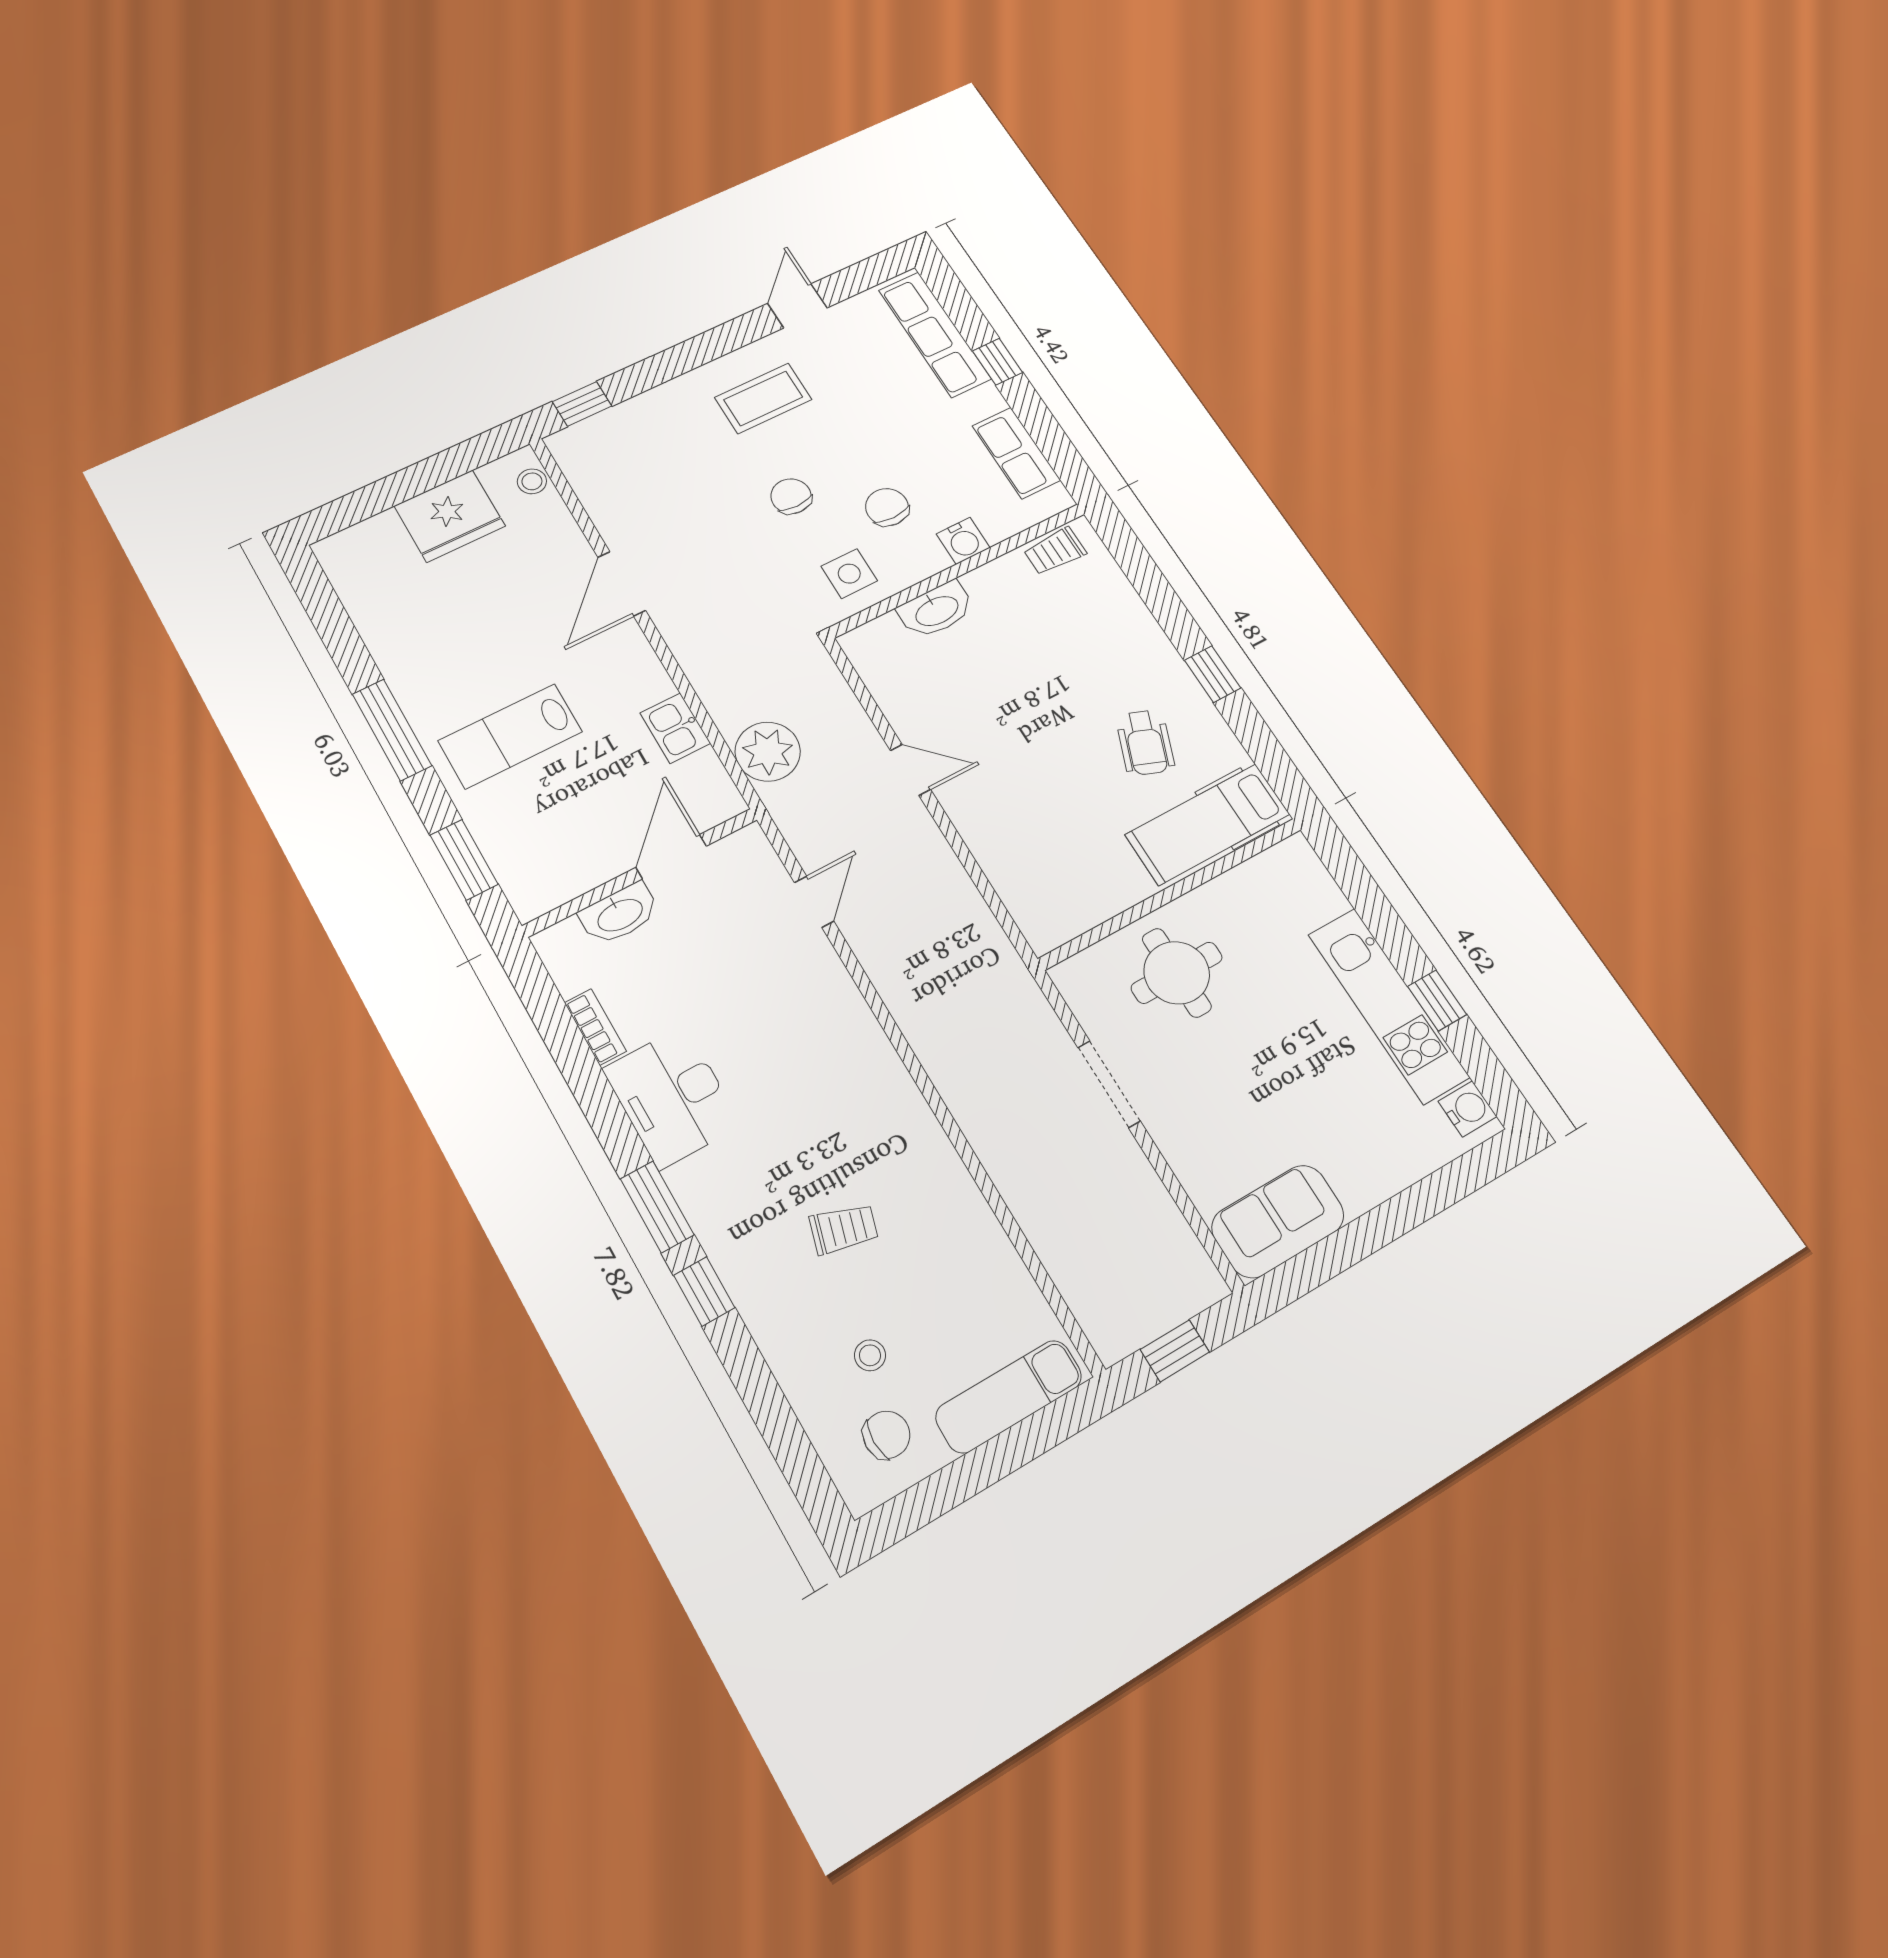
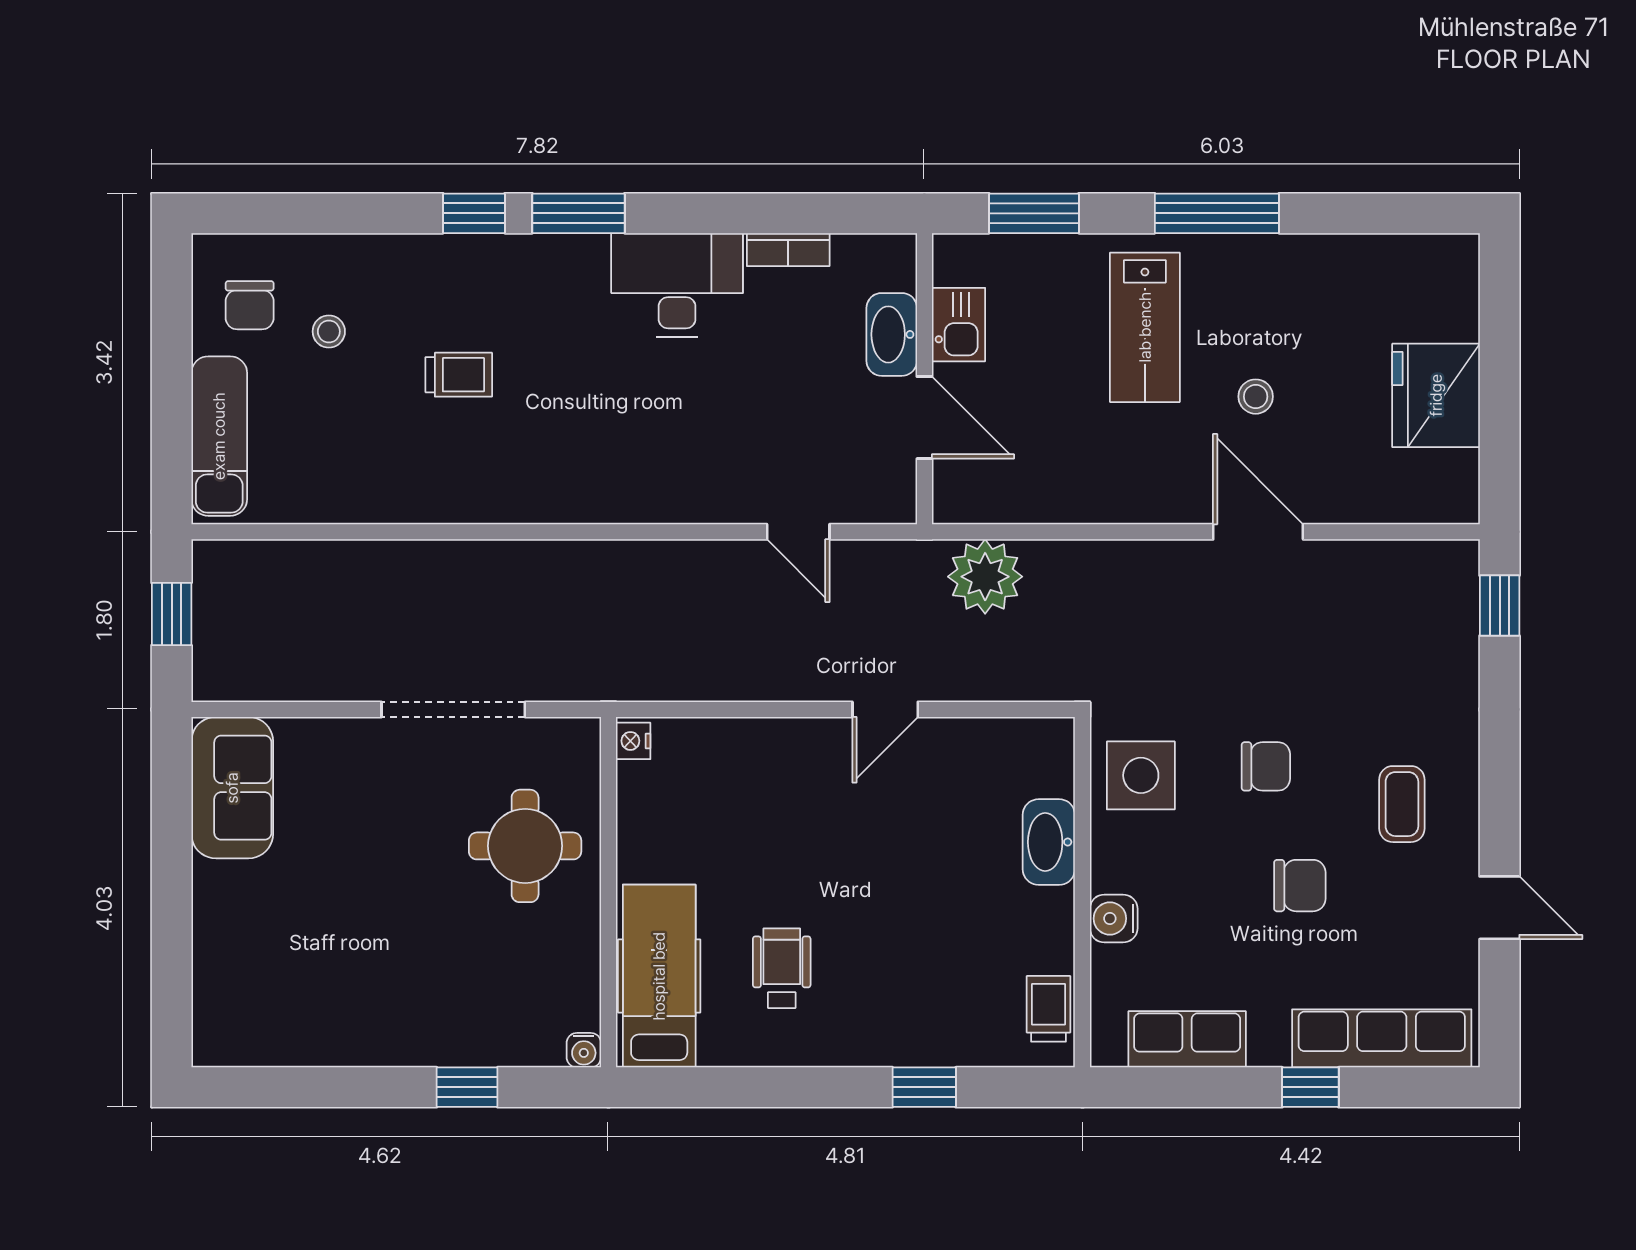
coffee table: (763, 398) -> (1402, 804), width x0.73, depth x0.77
stool: (532, 481) -> (1256, 397), moved
chair: (887, 507) -> (1300, 886), moved
side table: (849, 574) -> (1141, 775), width x1.37, depth x1.37
window: (1213, 674) -> (924, 1087), moved
kitchen sink: (675, 728) -> (958, 325), moved, turned 90
lab bench: (510, 736) -> (1145, 327), turned 180
wheelchair: (1145, 743) -> (782, 968), turned 69
nightstand: (1048, 937) -> (633, 741), added
window: (1437, 1000) -> (467, 1087), moved
kitchen unit: (1389, 1006) -> (374, 1035), removed
doorway: (1109, 1084) -> (453, 709), width x1.36
water cooler: (1468, 1109) -> (584, 1050), moved, width x0.72, depth x0.72
trolley: (844, 1229) -> (459, 375), turned -106

